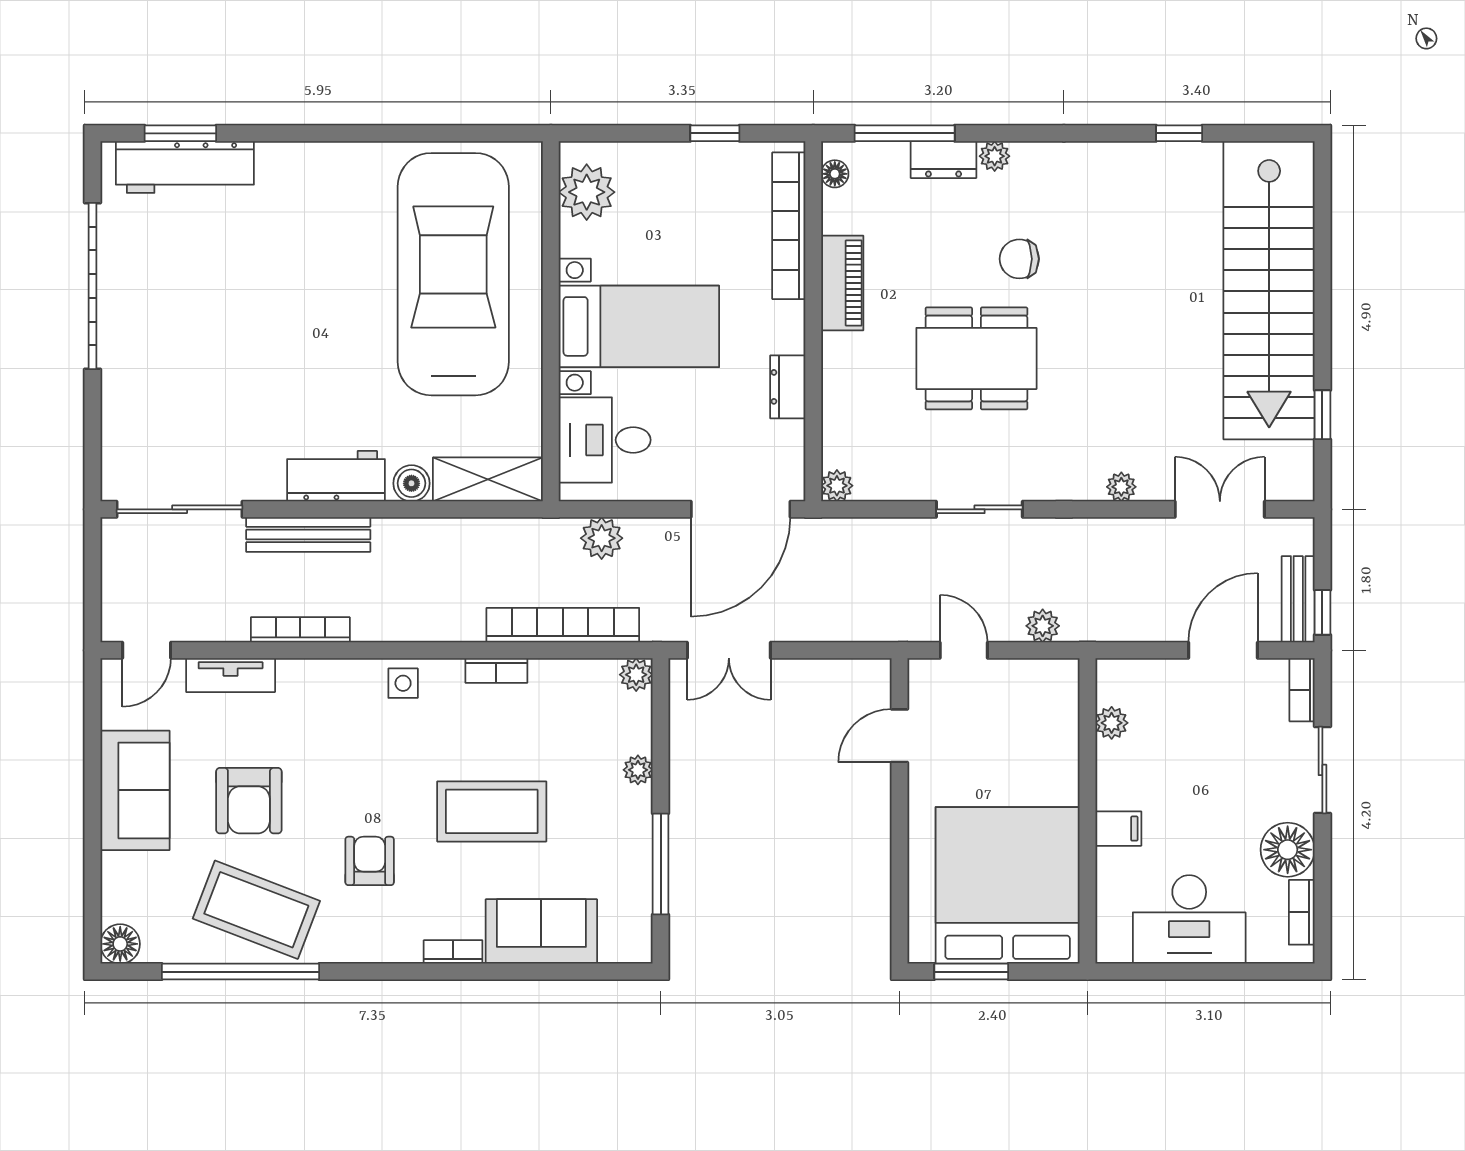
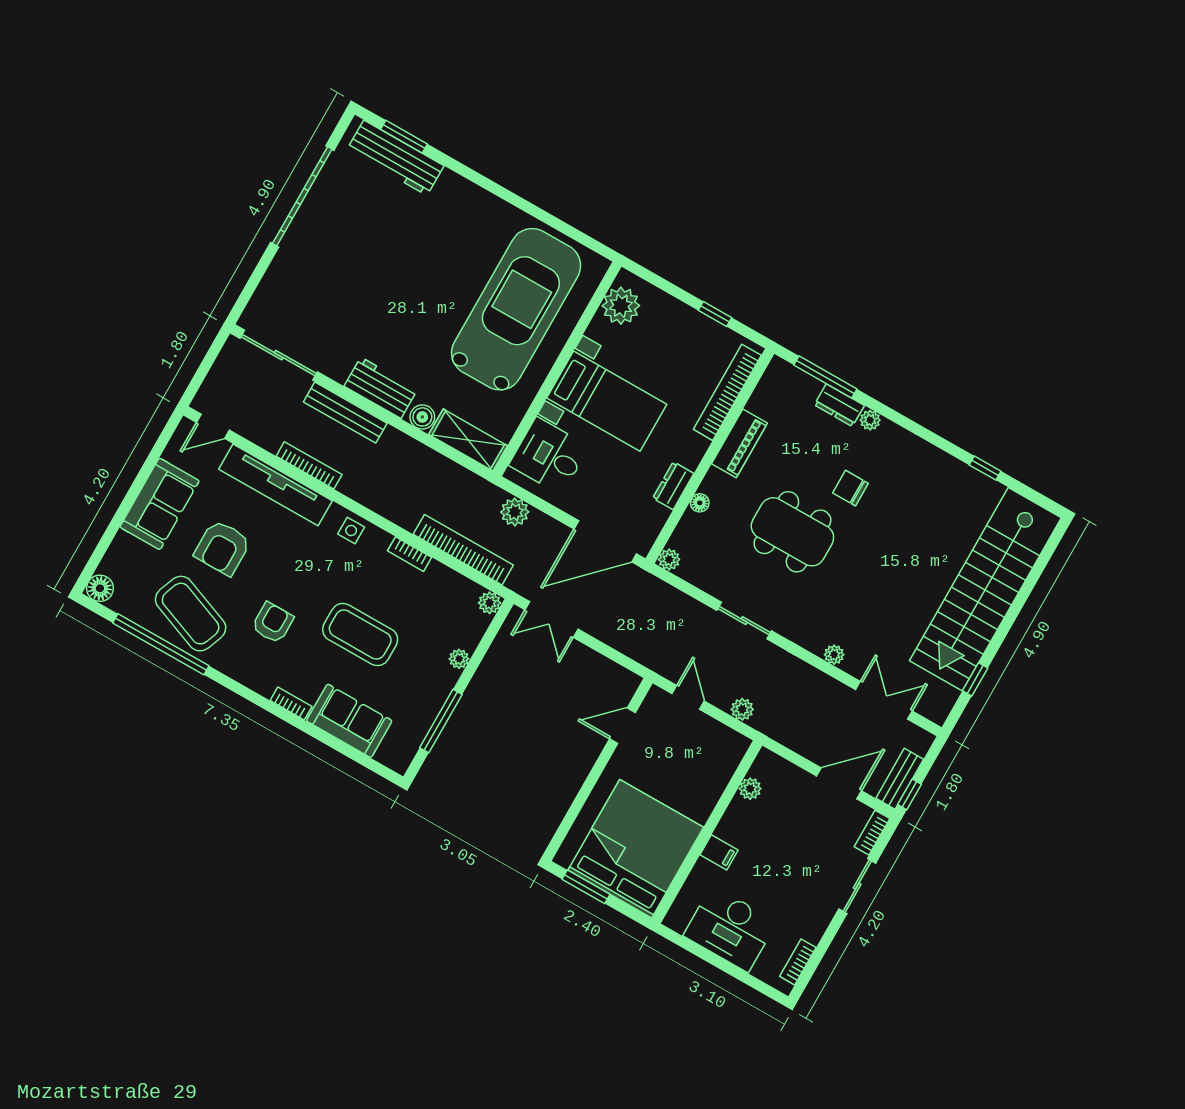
floor lamp: (835, 174) -> (700, 503), moved
tv unit: (231, 675) -> (276, 485), width x1.92, depth x1.29
floor lamp: (1288, 850) -> (810, 921), removed

